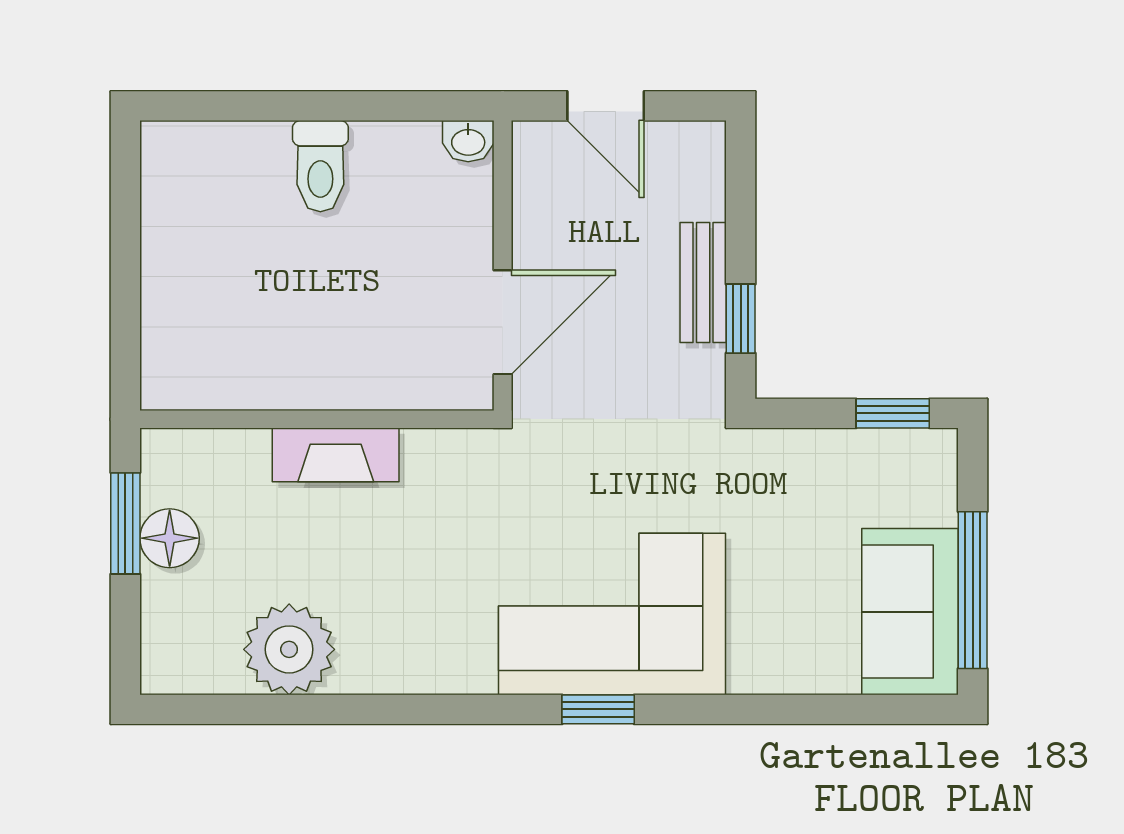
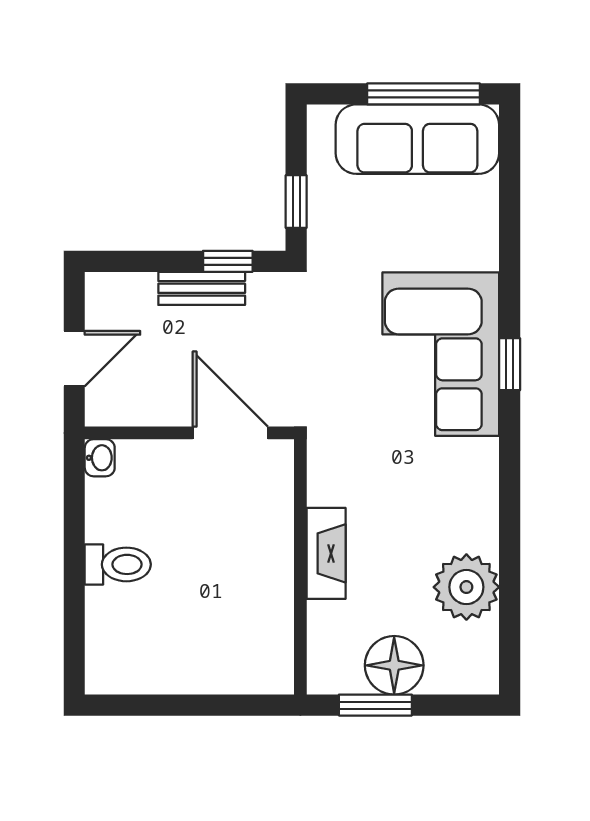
window: (893, 413) -> (296, 202), moved
floor lamp: (170, 538) -> (394, 665), width x1.38, depth x1.38
sofa: (910, 612) -> (417, 139), width x1.36

